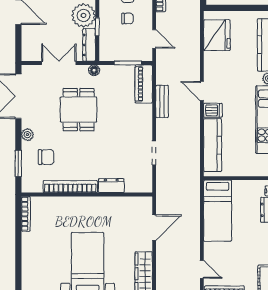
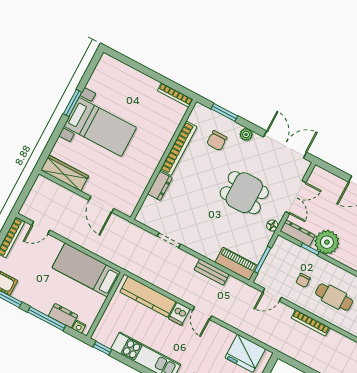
door: (202, 91) -> (202, 313), swing flipped

